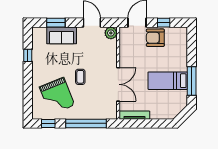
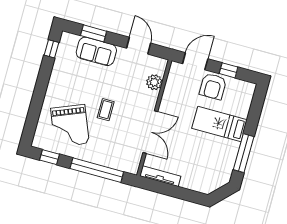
plant: (111, 33) -> (154, 82), moved
armchair: (155, 38) -> (213, 86), turned -90
window: (28, 55) -> (51, 49), moved
bed: (168, 81) -> (219, 124), moved

